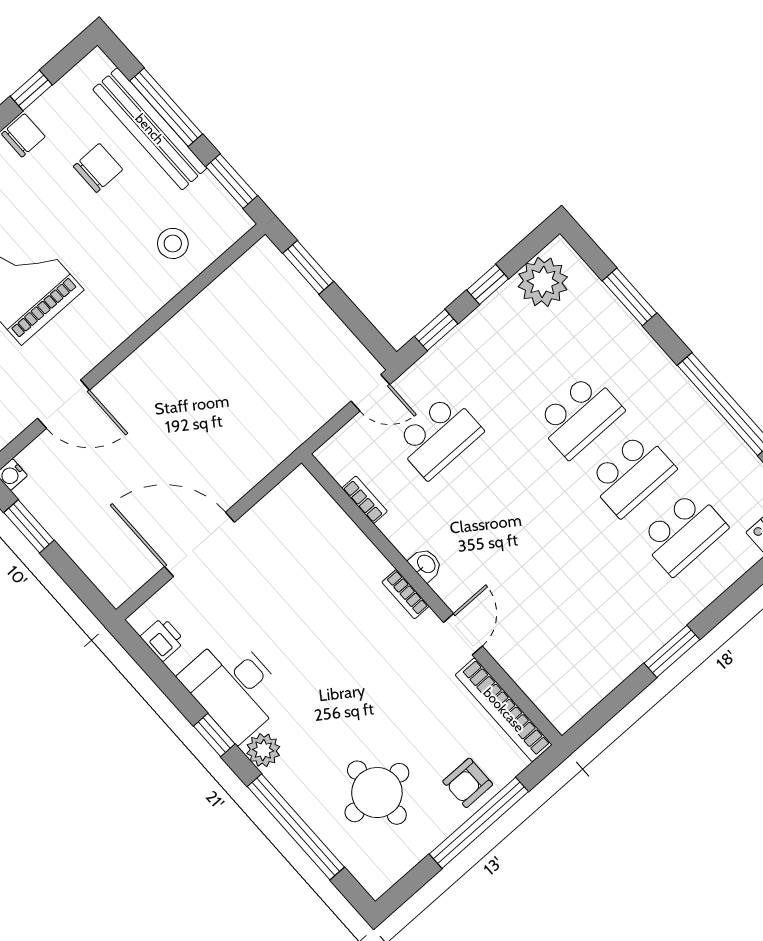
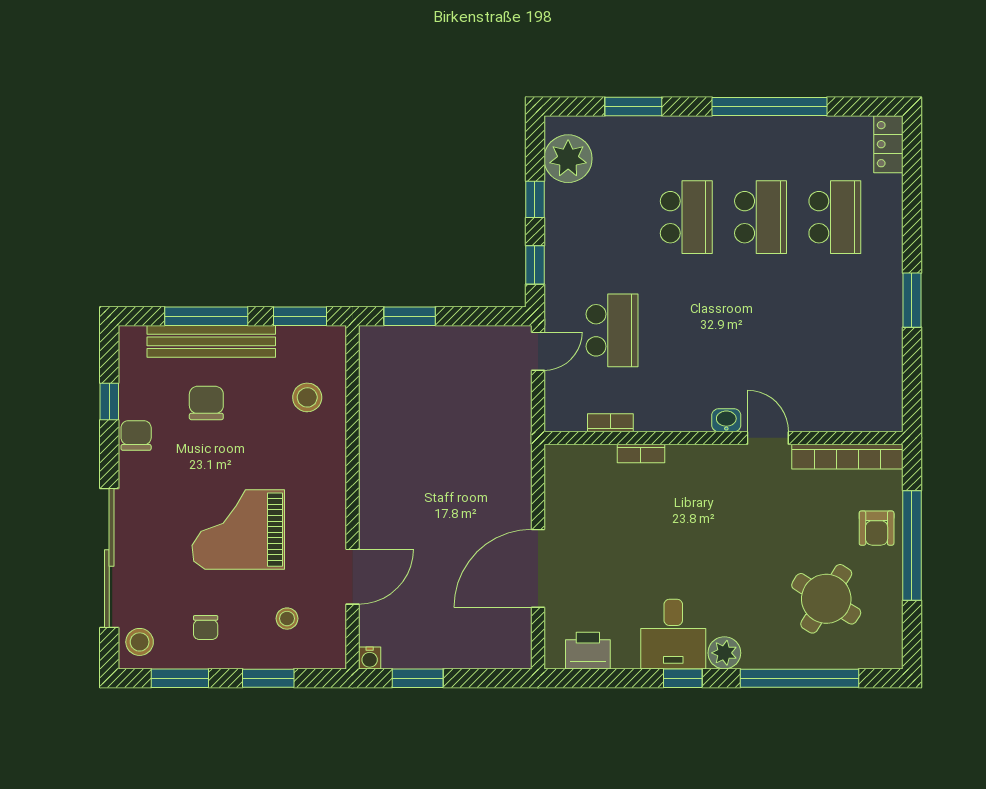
washbasin: (426, 564) -> (726, 420), moved
bookcase: (405, 594) -> (641, 453), moved
printer: (163, 639) -> (588, 651), width x1.36, depth x1.24
desk: (234, 687) -> (673, 634), width x0.73
round table: (377, 793) -> (826, 599), turned 32

